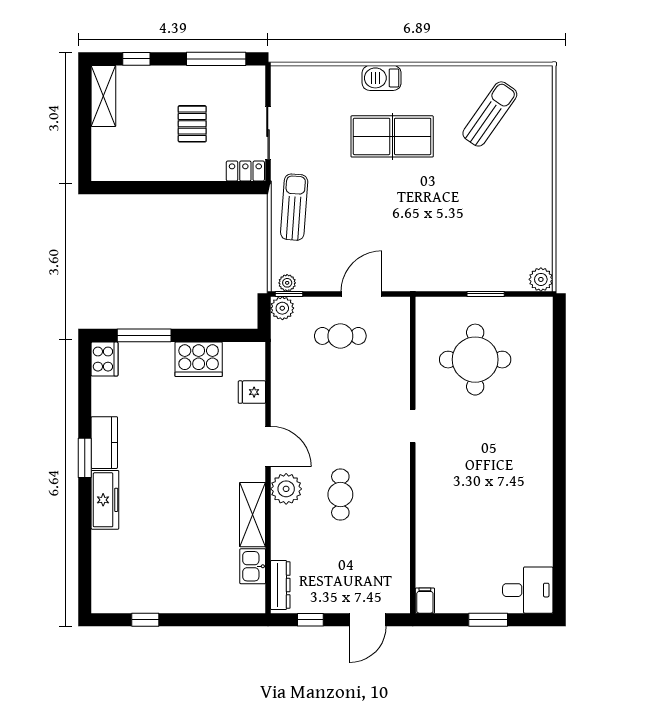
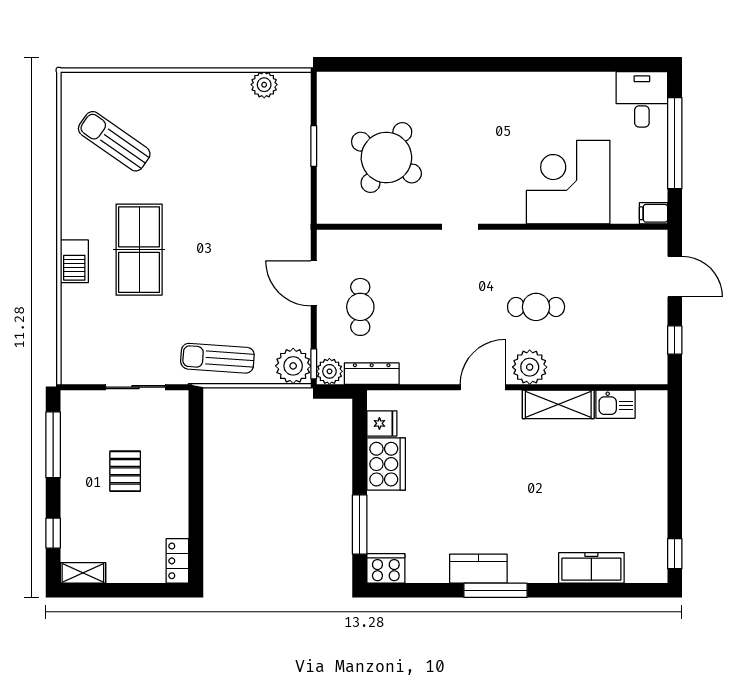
shelving: (103, 96) -> (83, 573), width x0.67, depth x0.75
pallet: (192, 124) -> (125, 471), turned 90
locker: (245, 171) -> (177, 561), moved
plant: (541, 279) -> (264, 85), moved
plant: (287, 283) -> (293, 366), width x1.87, depth x1.87
round table: (475, 360) -> (386, 158), turned 32
fridge: (252, 392) -> (382, 423), moved, turned -90
window: (85, 458) -> (495, 590), width x1.44
freezer: (105, 500) -> (591, 568), moved
corner desk: (453, 524) -> (568, 182), added
dresser: (280, 585) -> (372, 374), moved
window: (145, 620) -> (675, 554), moved
window: (488, 620) -> (675, 143), width x2.11

